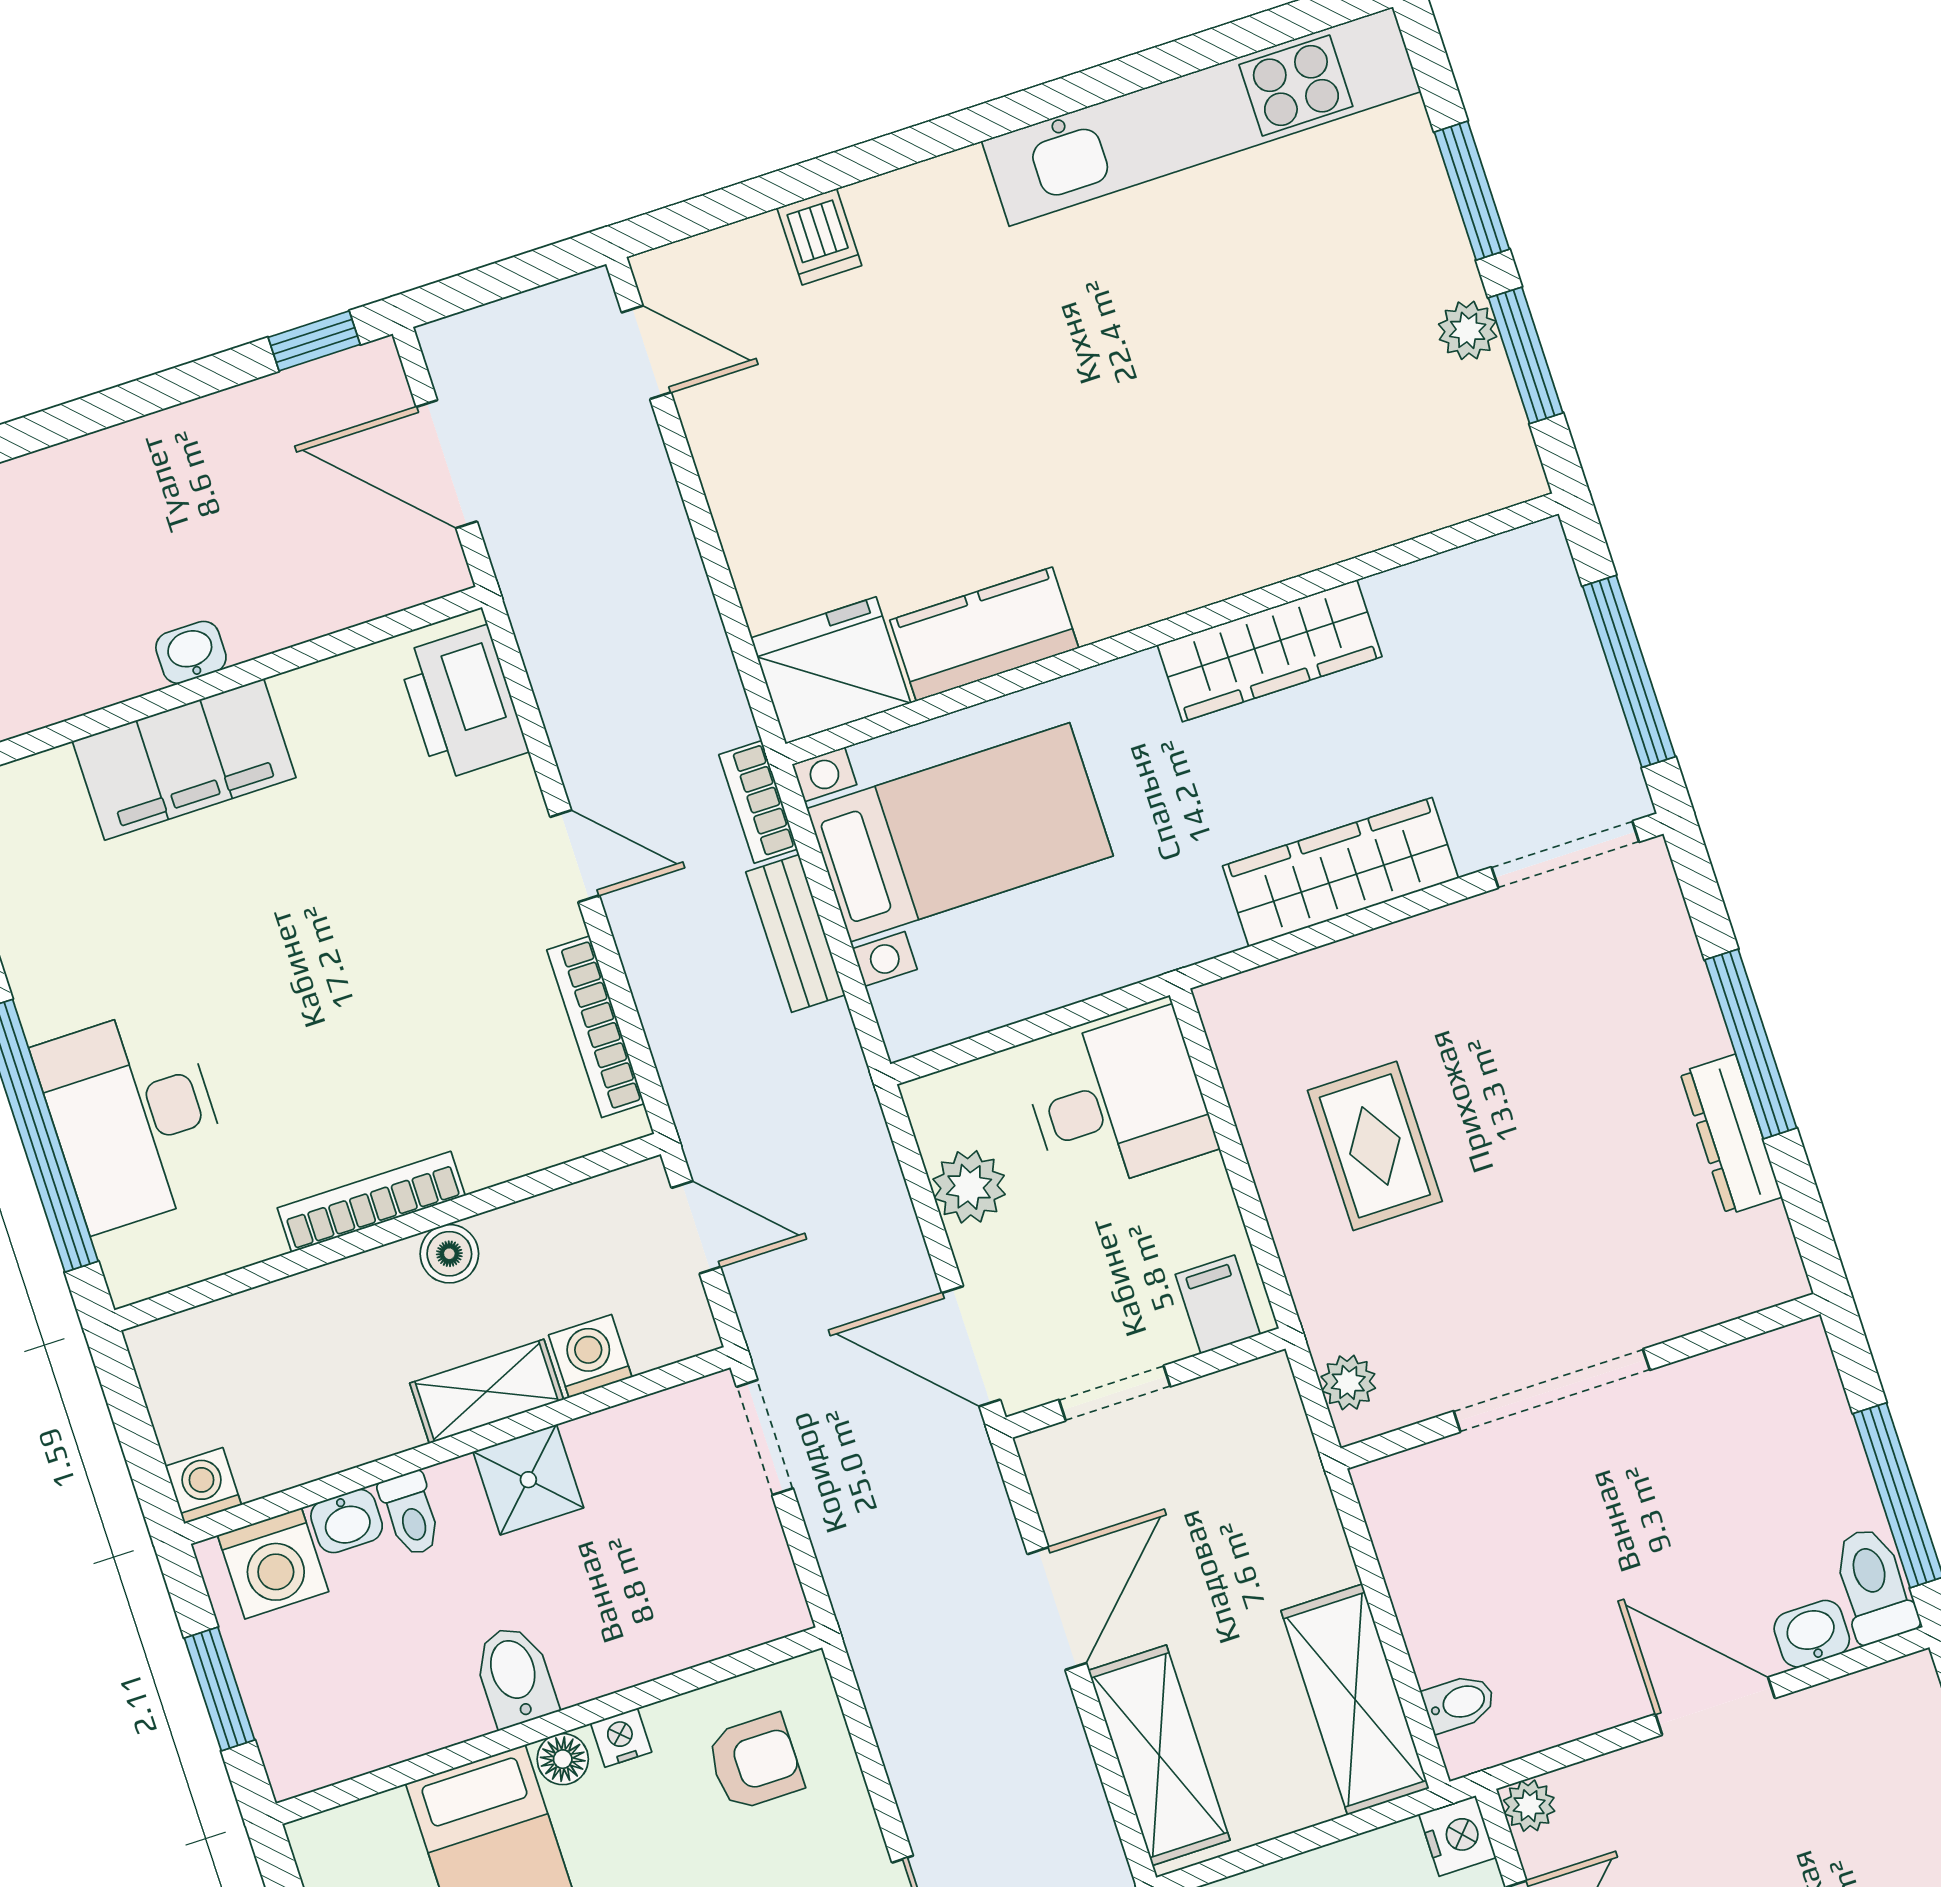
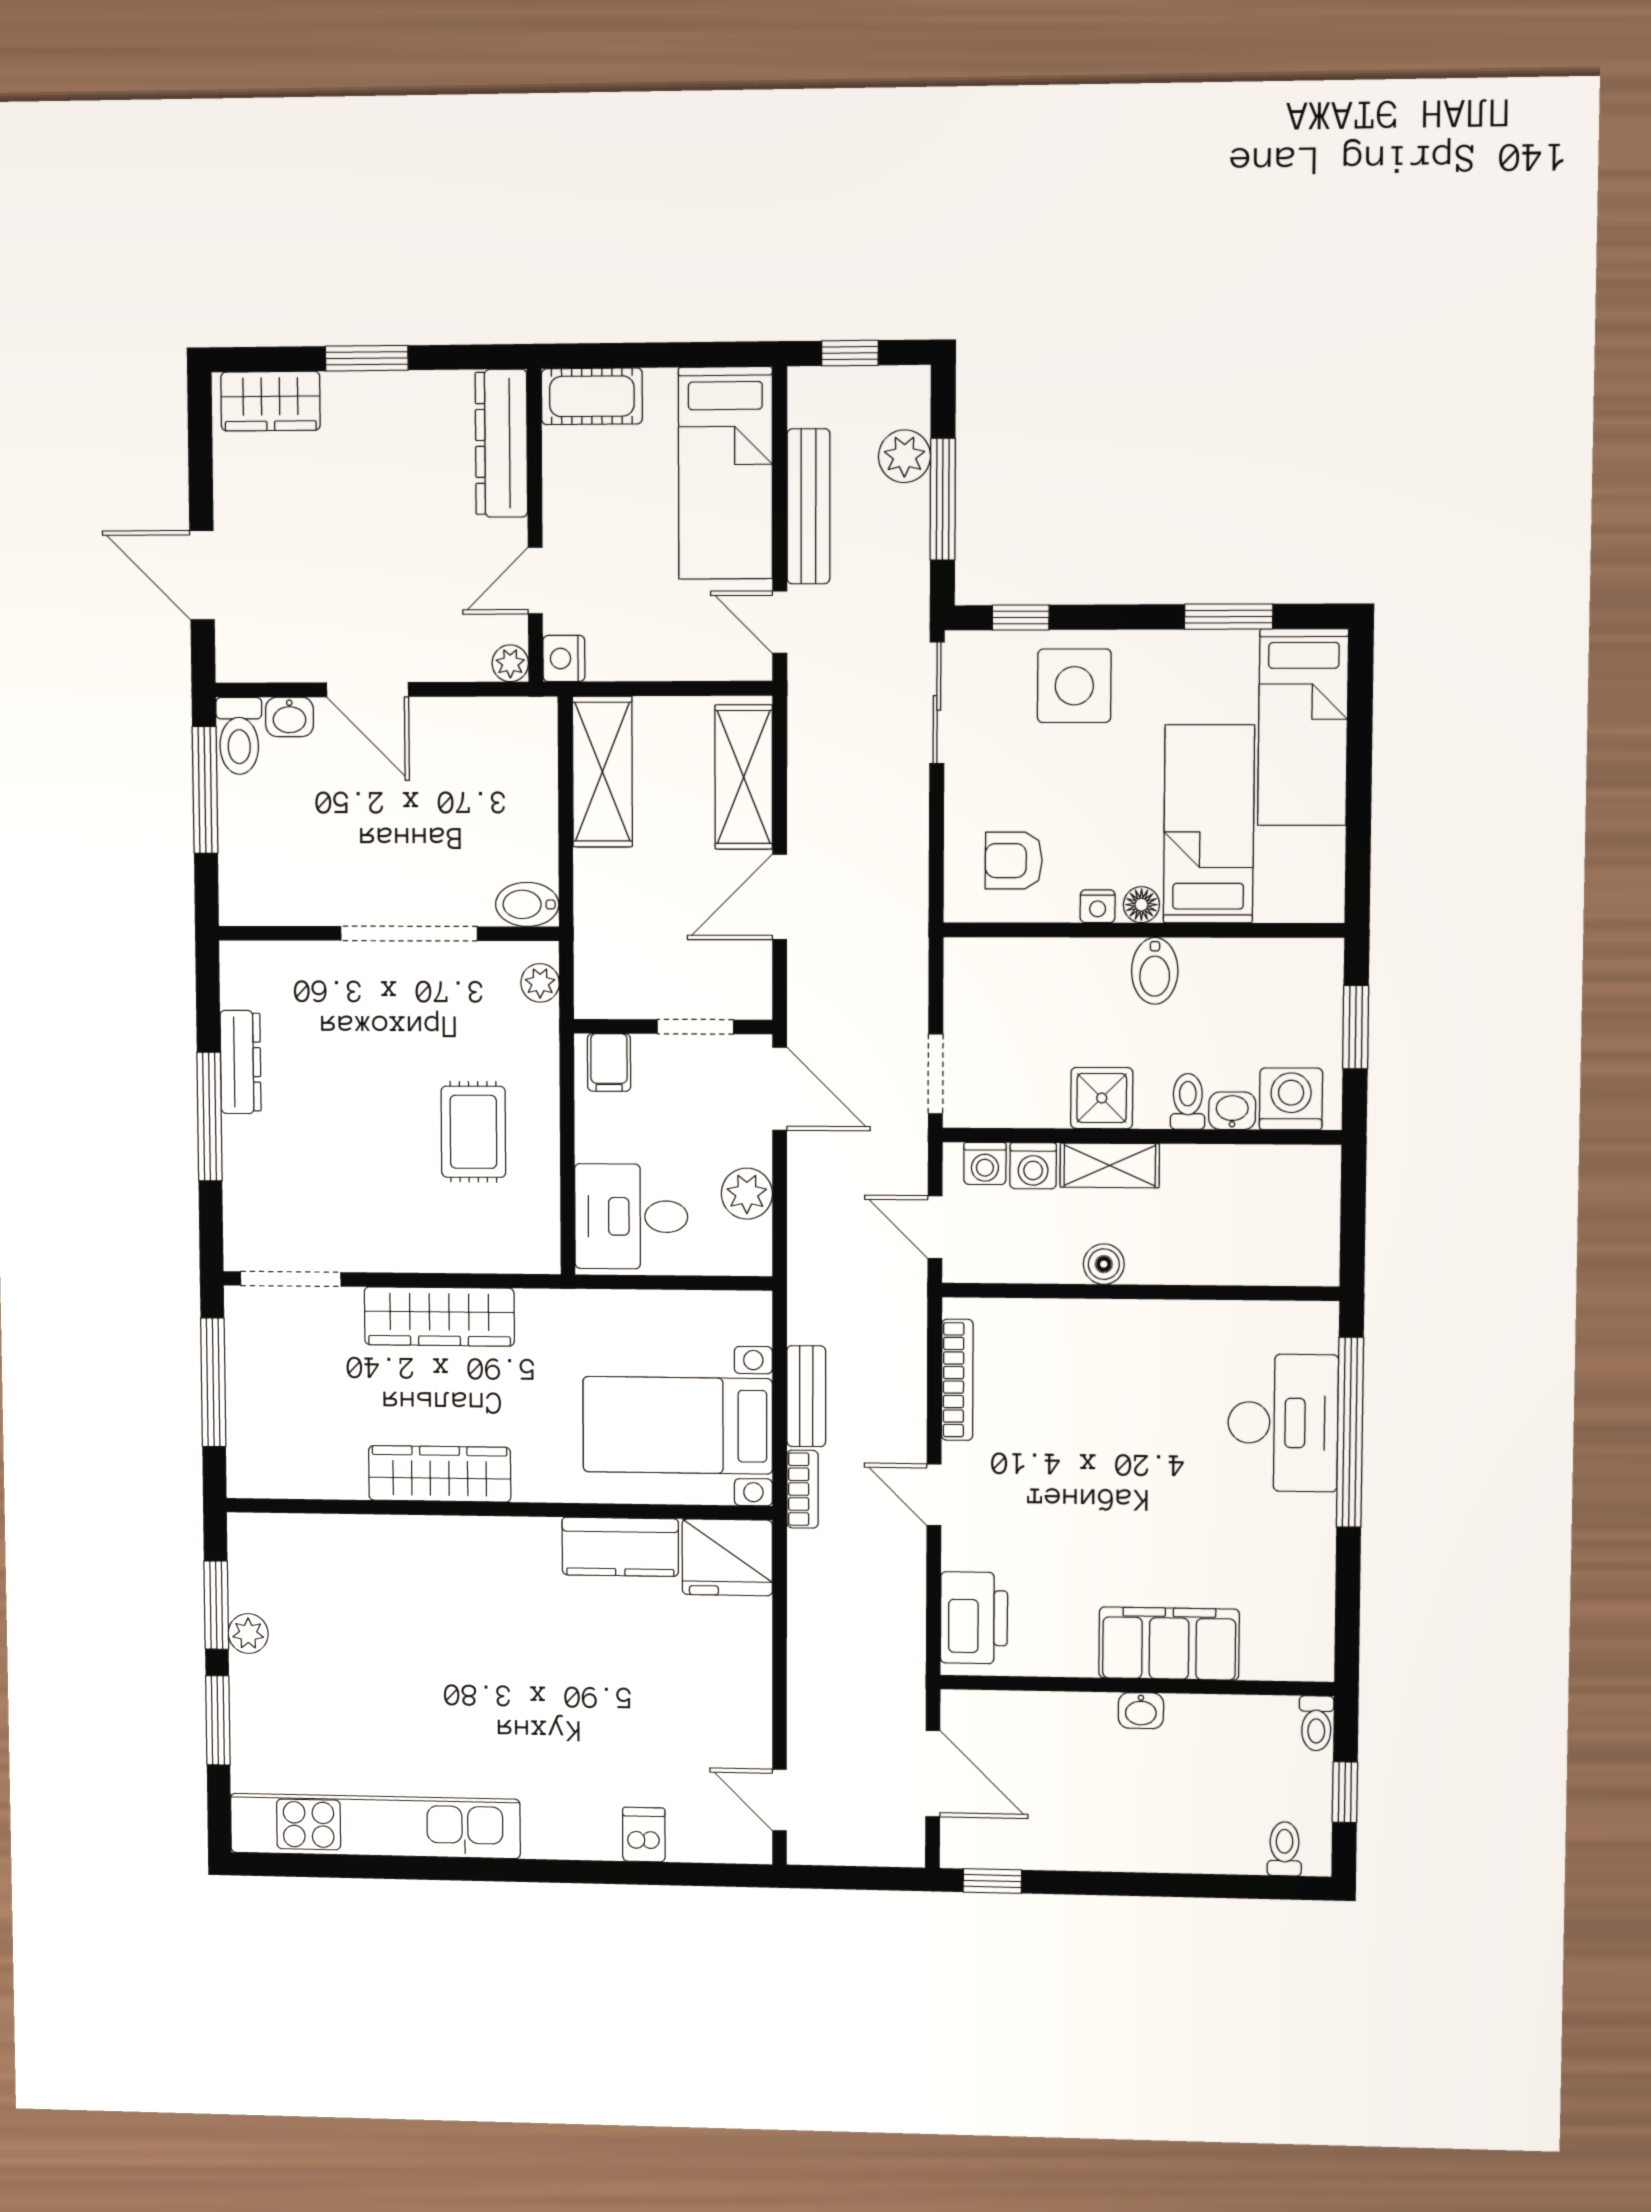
bookcase: (371, 1202) -> (1144, 1315), removed
washing machine: (203, 1486) -> (985, 1164), moved
bidet: (1459, 1703) -> (527, 904), moved, width x1.38, depth x1.36

